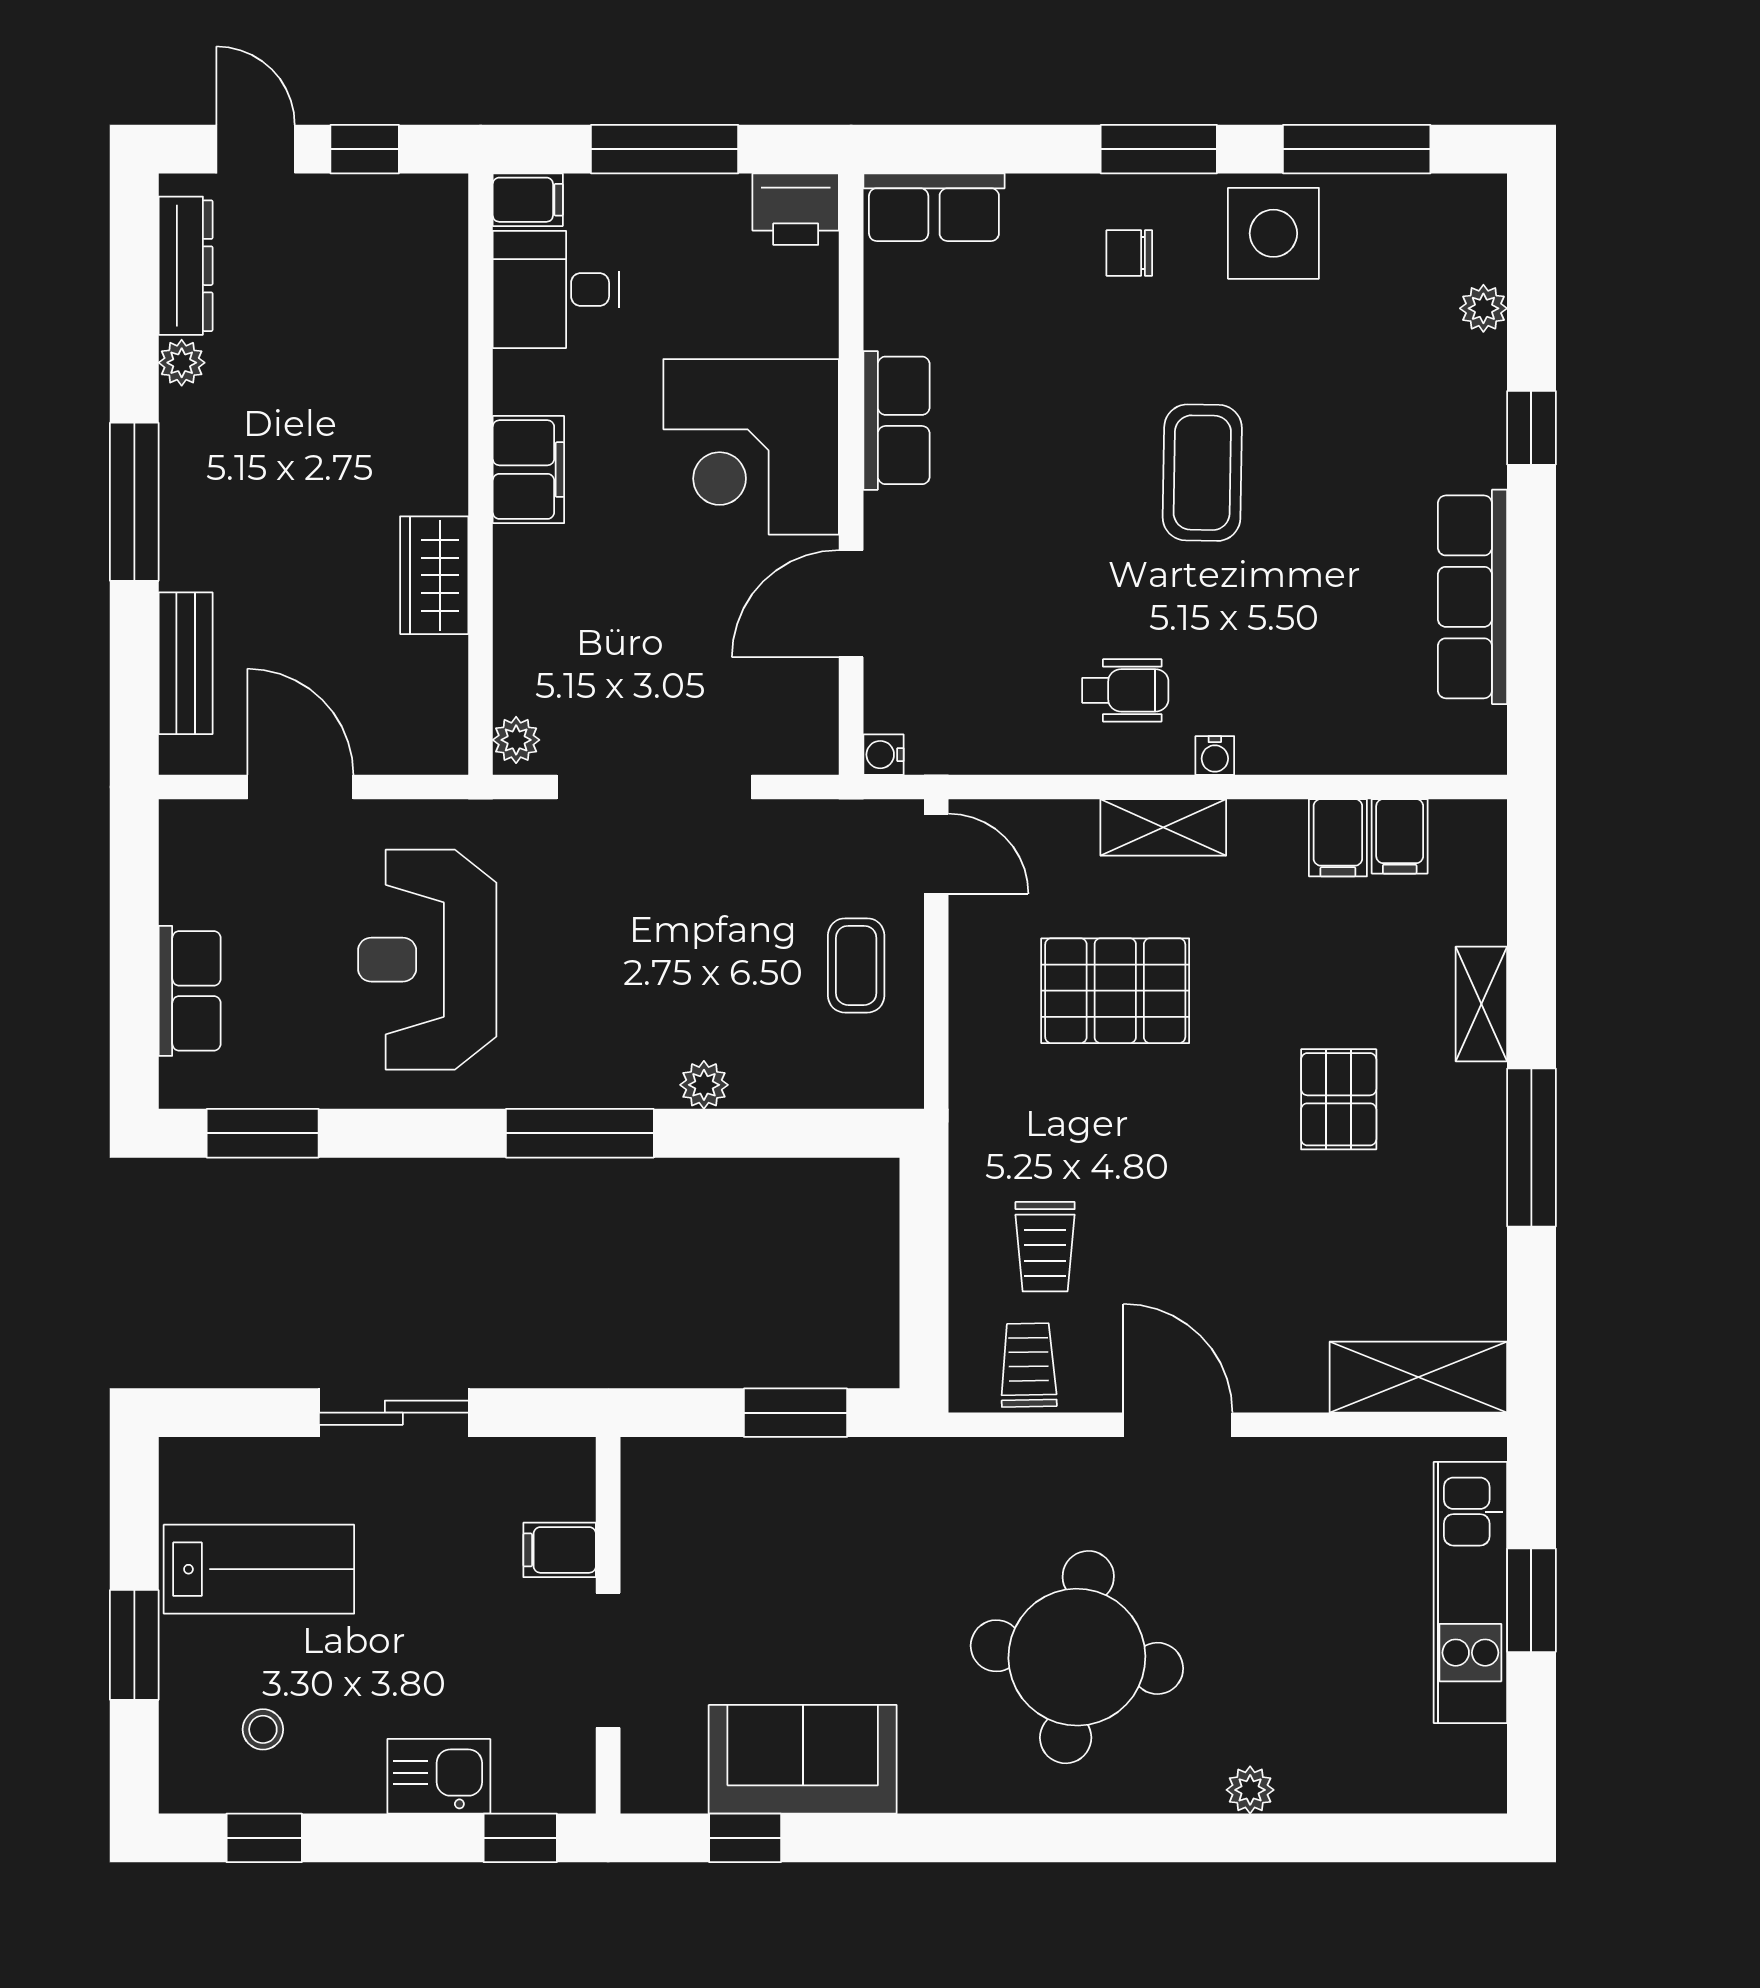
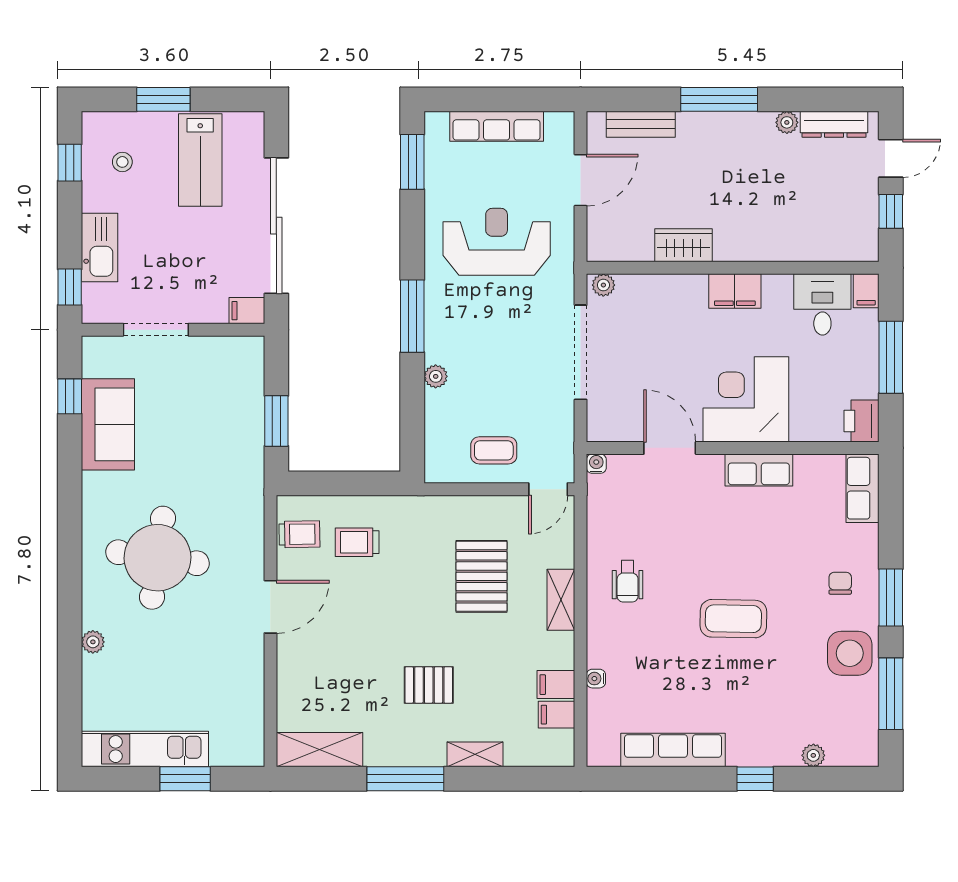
water cooler: (1215, 755) -> (596, 679), moved
row of seats: (190, 991) -> (497, 126), width x1.48
shelving: (1418, 1377) -> (319, 750), moved, turned 90
sliding door: (394, 1413) -> (276, 226), width x1.86
filing cabinet: (560, 1550) -> (247, 311), moved, turned -90
kitchen unit: (1470, 1593) -> (145, 749), moved
kitchen sink: (439, 1776) -> (100, 247), width x1.38

